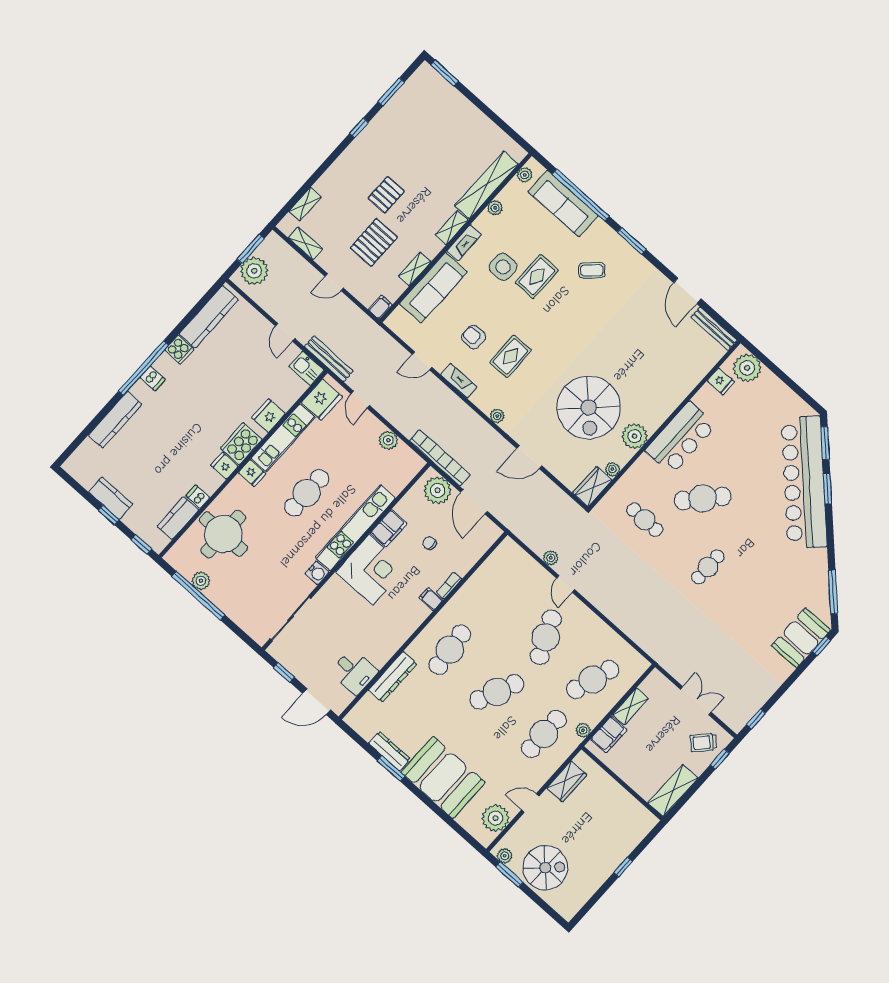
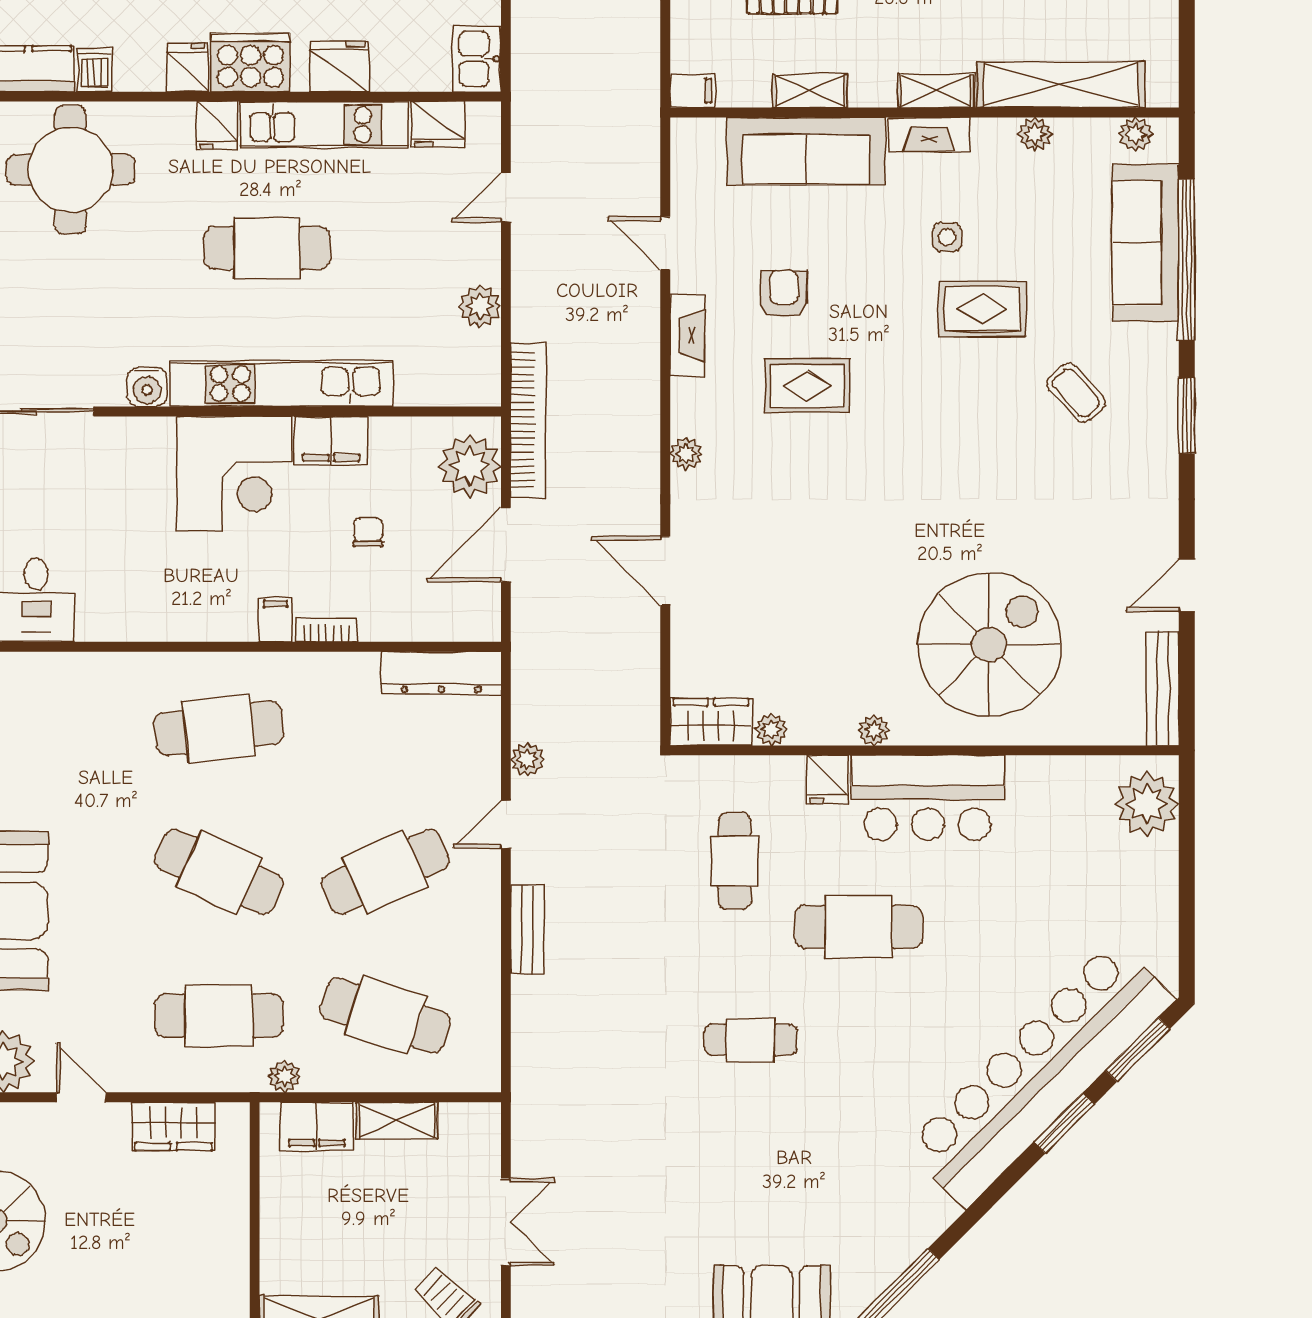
side table: (503, 267) -> (947, 237), width x0.54, depth x0.54
door: (687, 291) -> (1187, 585), width x0.73
bench: (329, 359) -> (527, 929), moved, width x0.73
fridge: (721, 381) -> (827, 779), moved
fridge: (322, 400) -> (438, 124), width x0.73, depth x0.75
spiral stairs: (589, 408) -> (989, 645), moved, turned 180
plant: (635, 436) -> (874, 730), width x0.53, depth x0.53
cafe table: (703, 498) -> (859, 927), turned -42
dresser: (393, 677) -> (441, 673), moved

